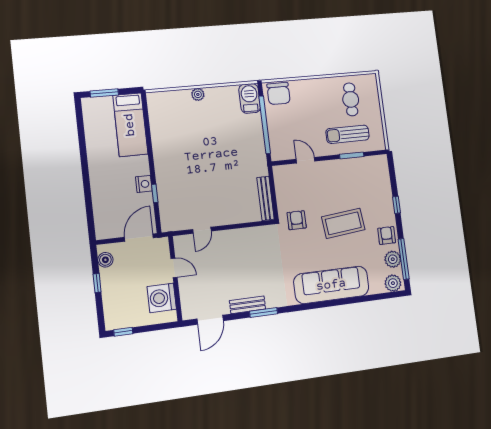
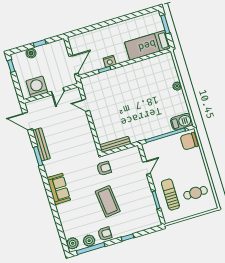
door: (139, 238) -> (74, 65), hinge flipped
boiler: (105, 260) -> (31, 53), moved
sofa: (331, 285) -> (59, 189), width x0.54, depth x0.79
bench: (248, 305) -> (42, 144), width x1.36

